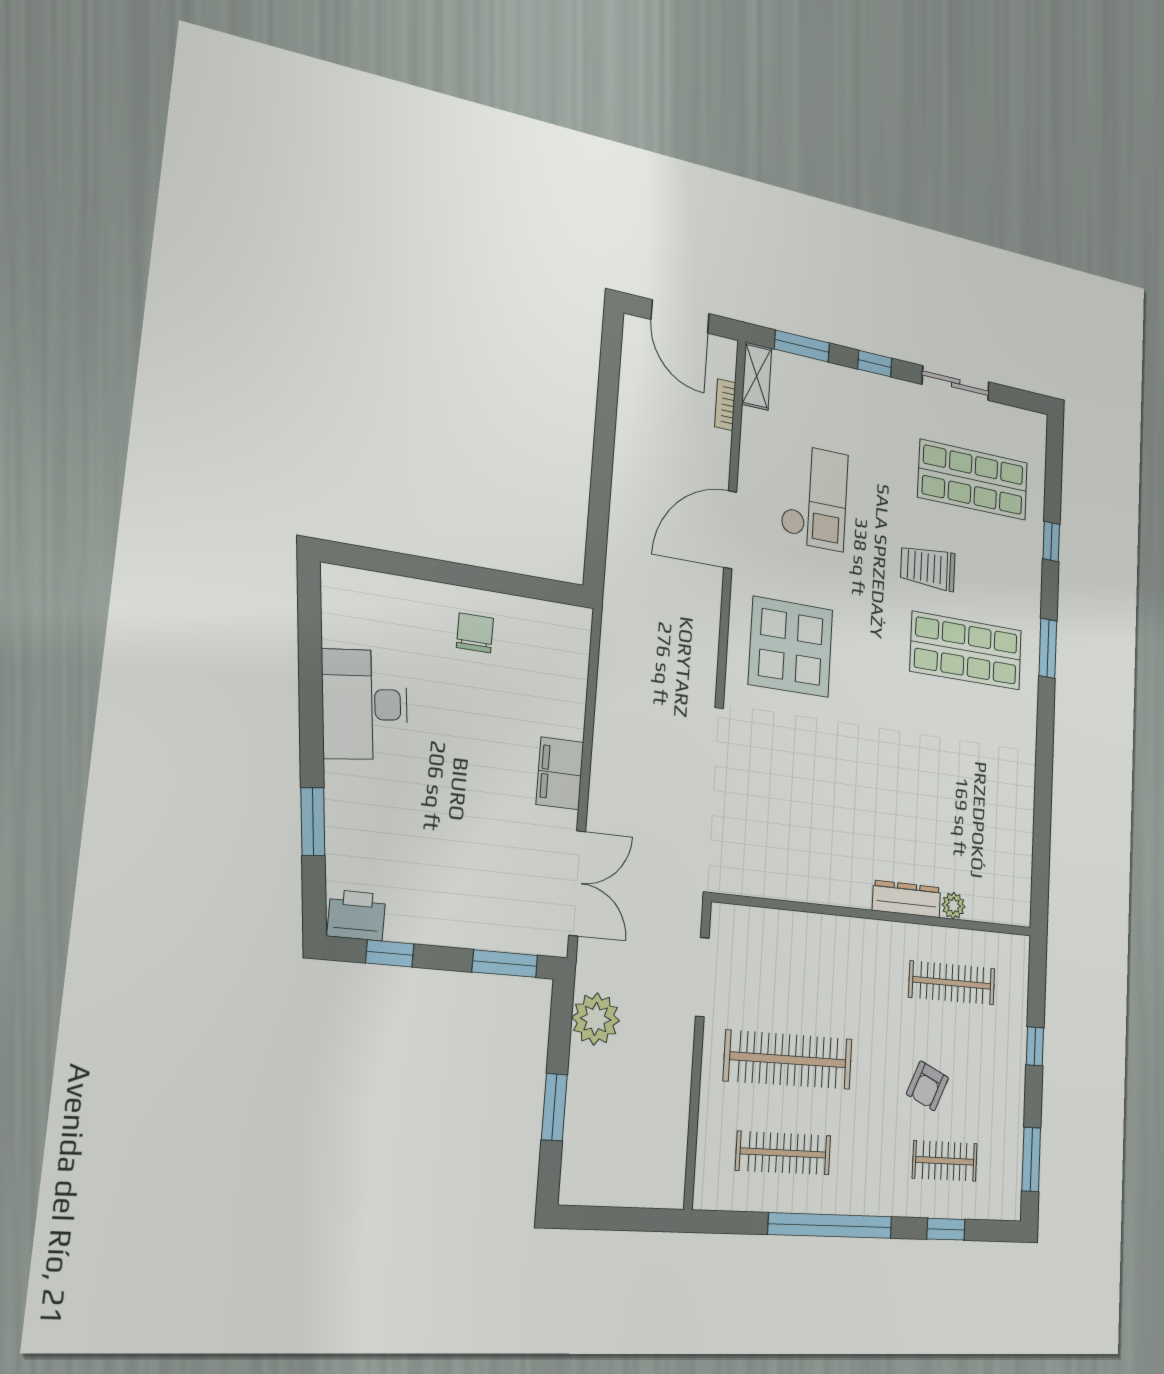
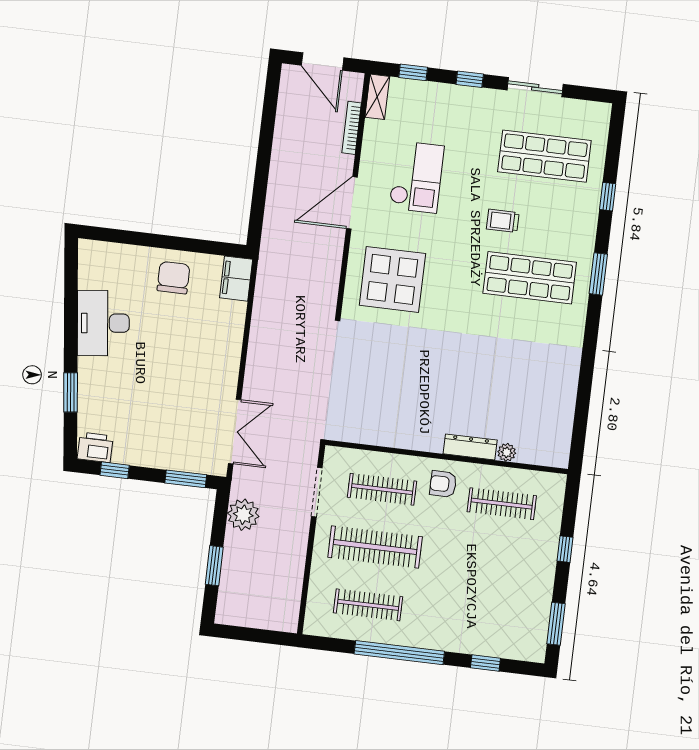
window: (802, 346) -> (413, 72), width x0.67
bookcase: (725, 405) -> (352, 128), width x1.56
trolley: (928, 568) -> (503, 221), width x0.73, depth x0.72
chair: (475, 633) -> (173, 278), width x1.37, depth x1.37
filing cabinet: (560, 773) -> (236, 279), moved
armchair: (927, 1086) -> (443, 484), moved, turned 66
clothes rail: (945, 1161) -> (382, 489), moved, width x1.36

